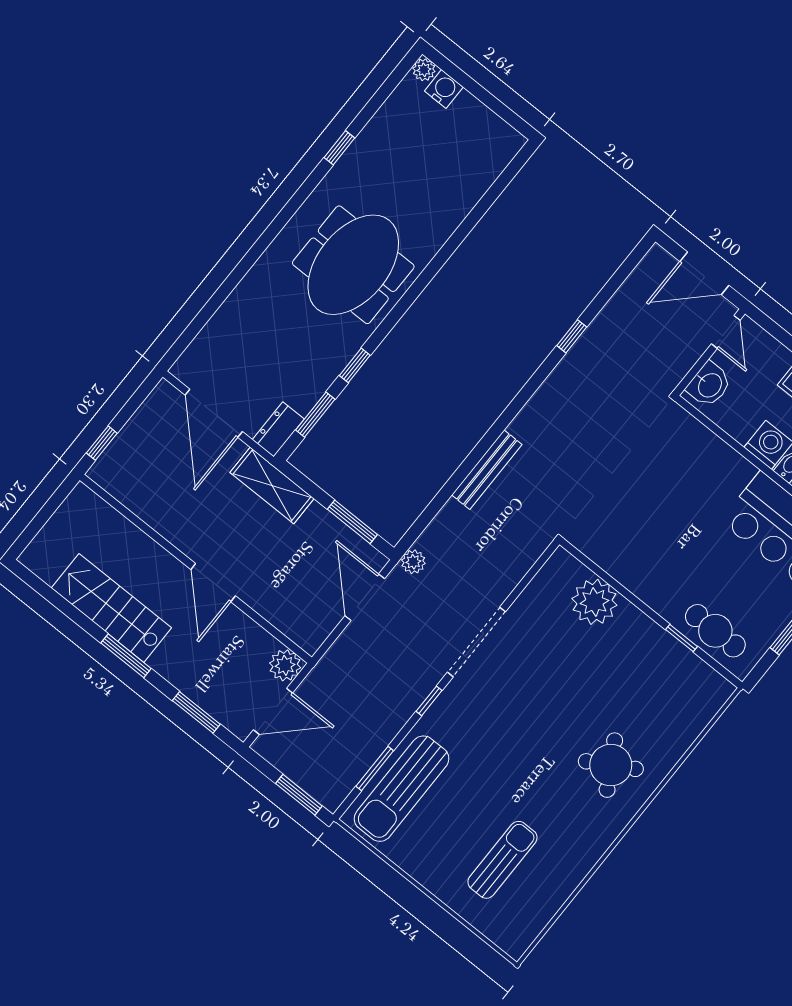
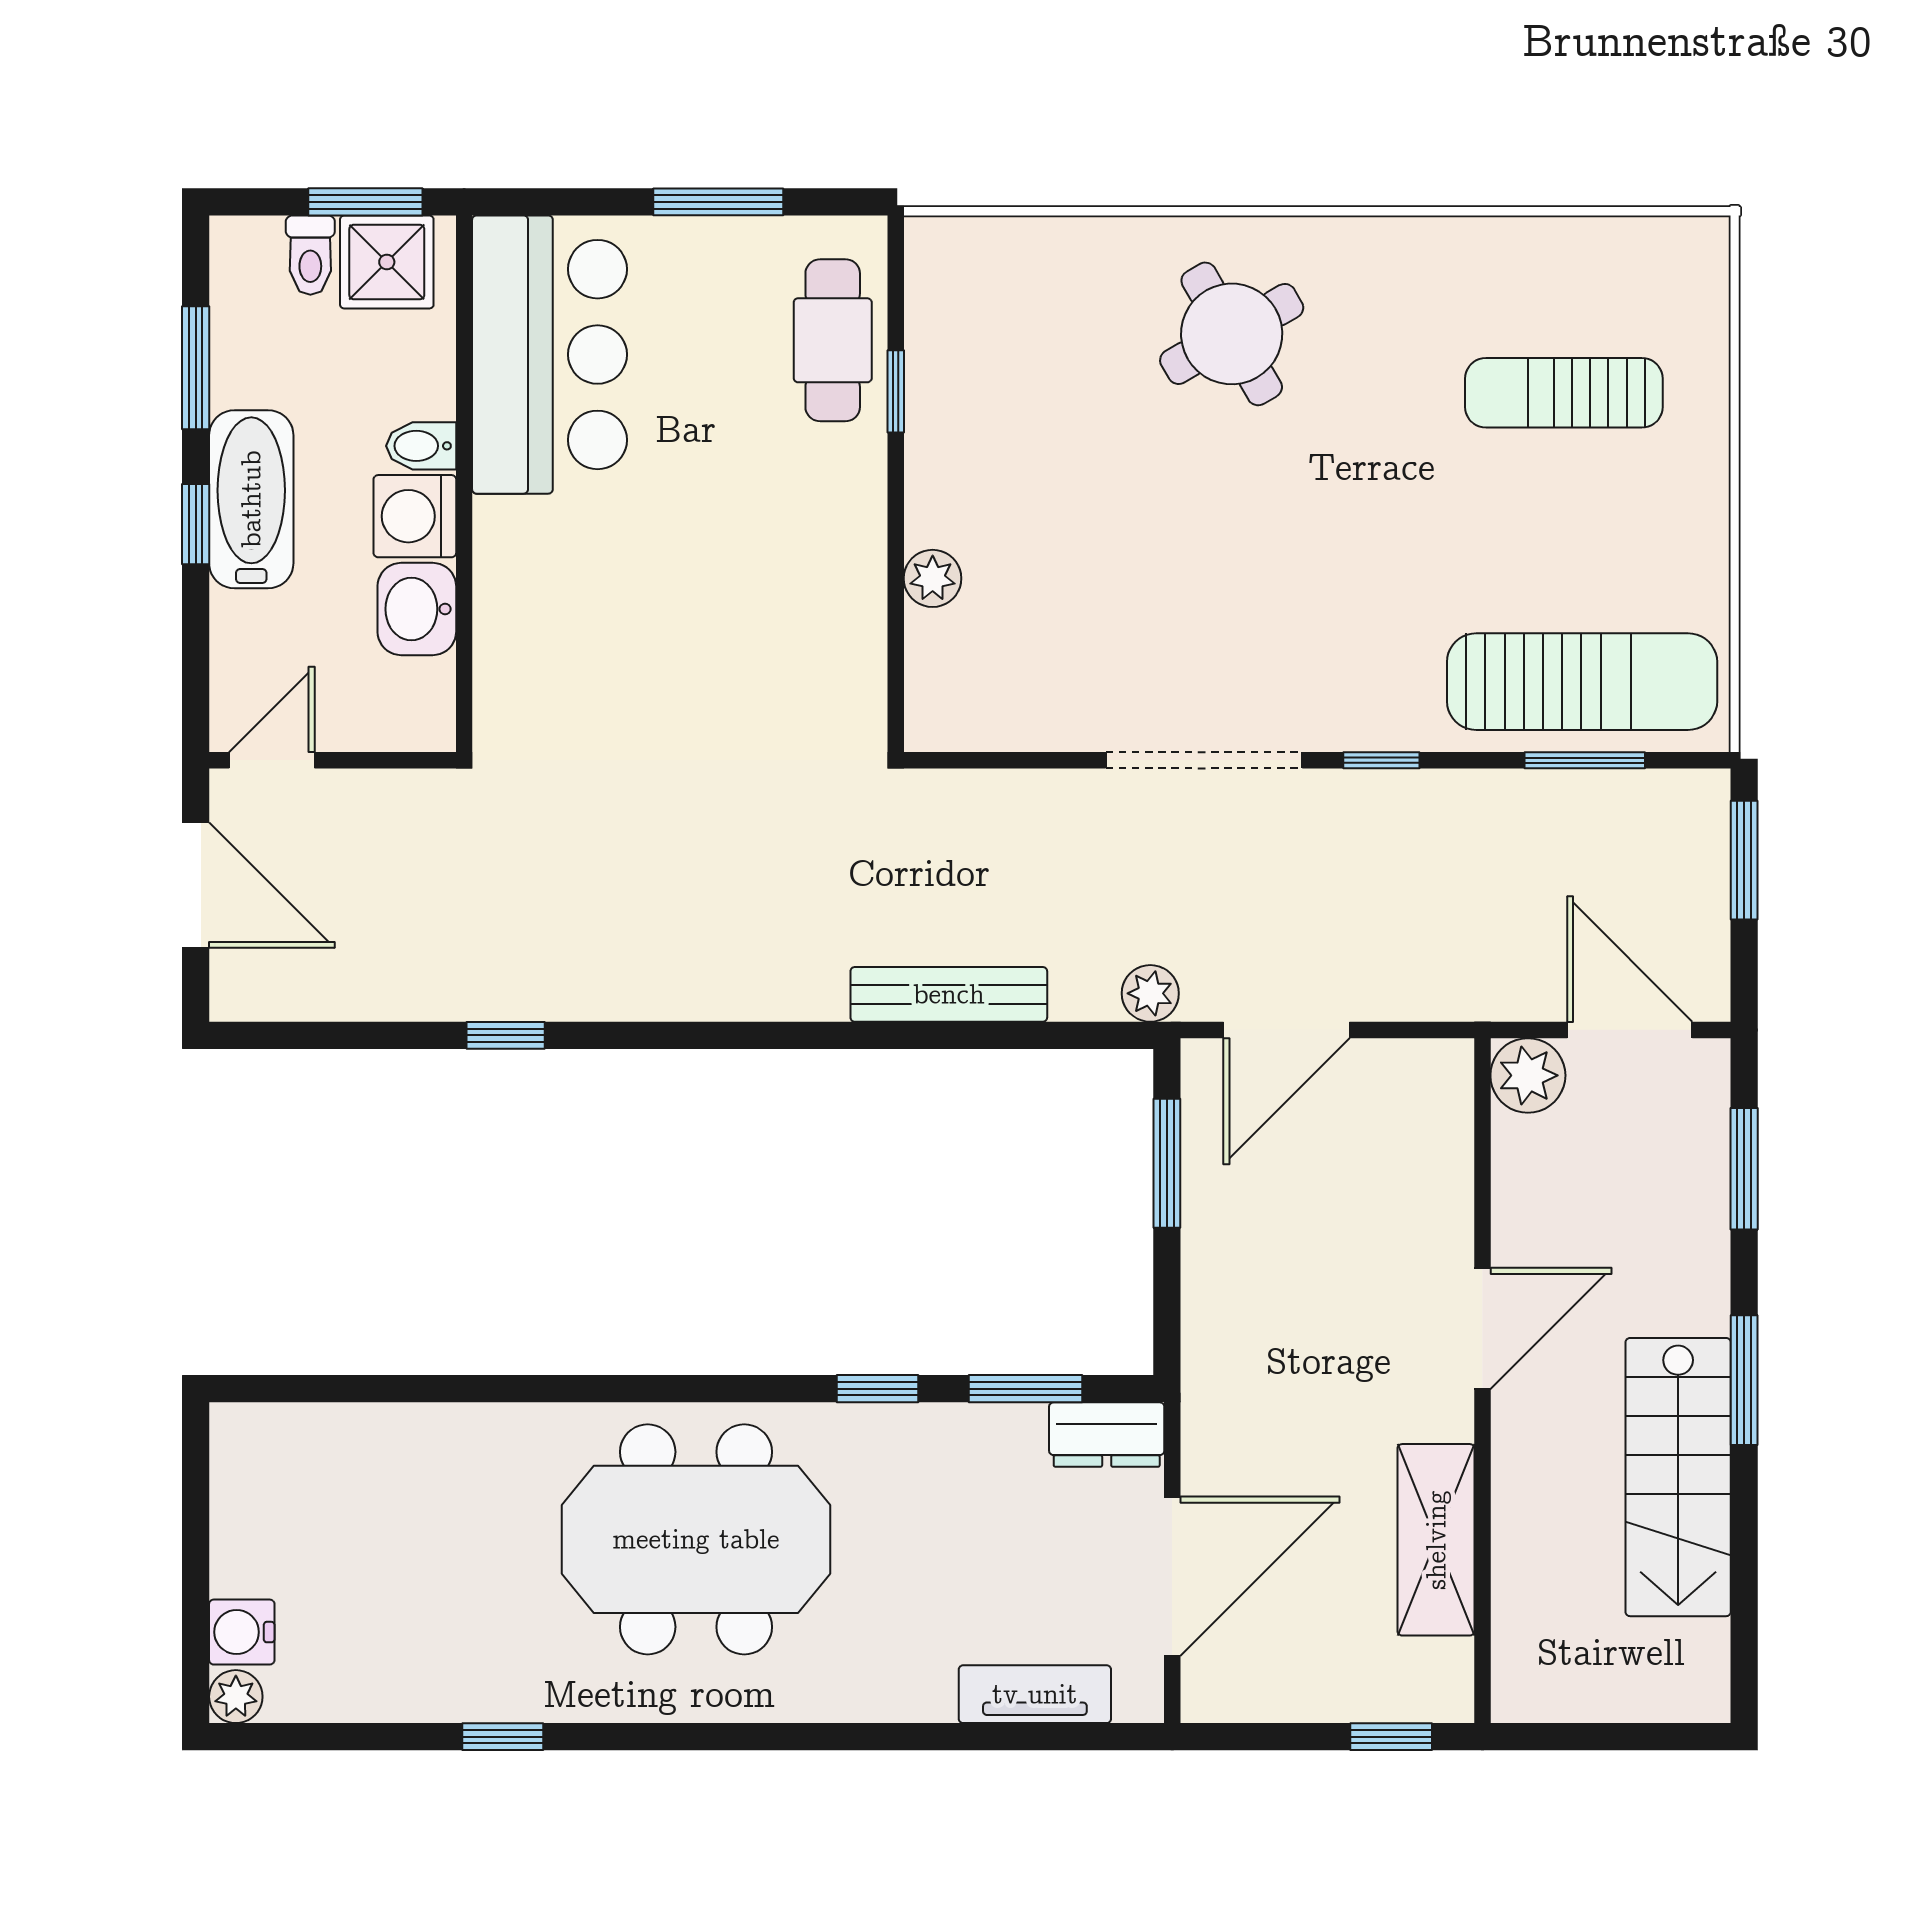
tv unit: (211, 336) -> (1035, 1694), added
washbasin: (709, 385) -> (417, 609), moved, turned -90
bench: (487, 470) -> (949, 994), moved
shelving: (272, 485) -> (1436, 1540), moved
plant: (594, 602) -> (933, 578), width x0.53, depth x0.53

